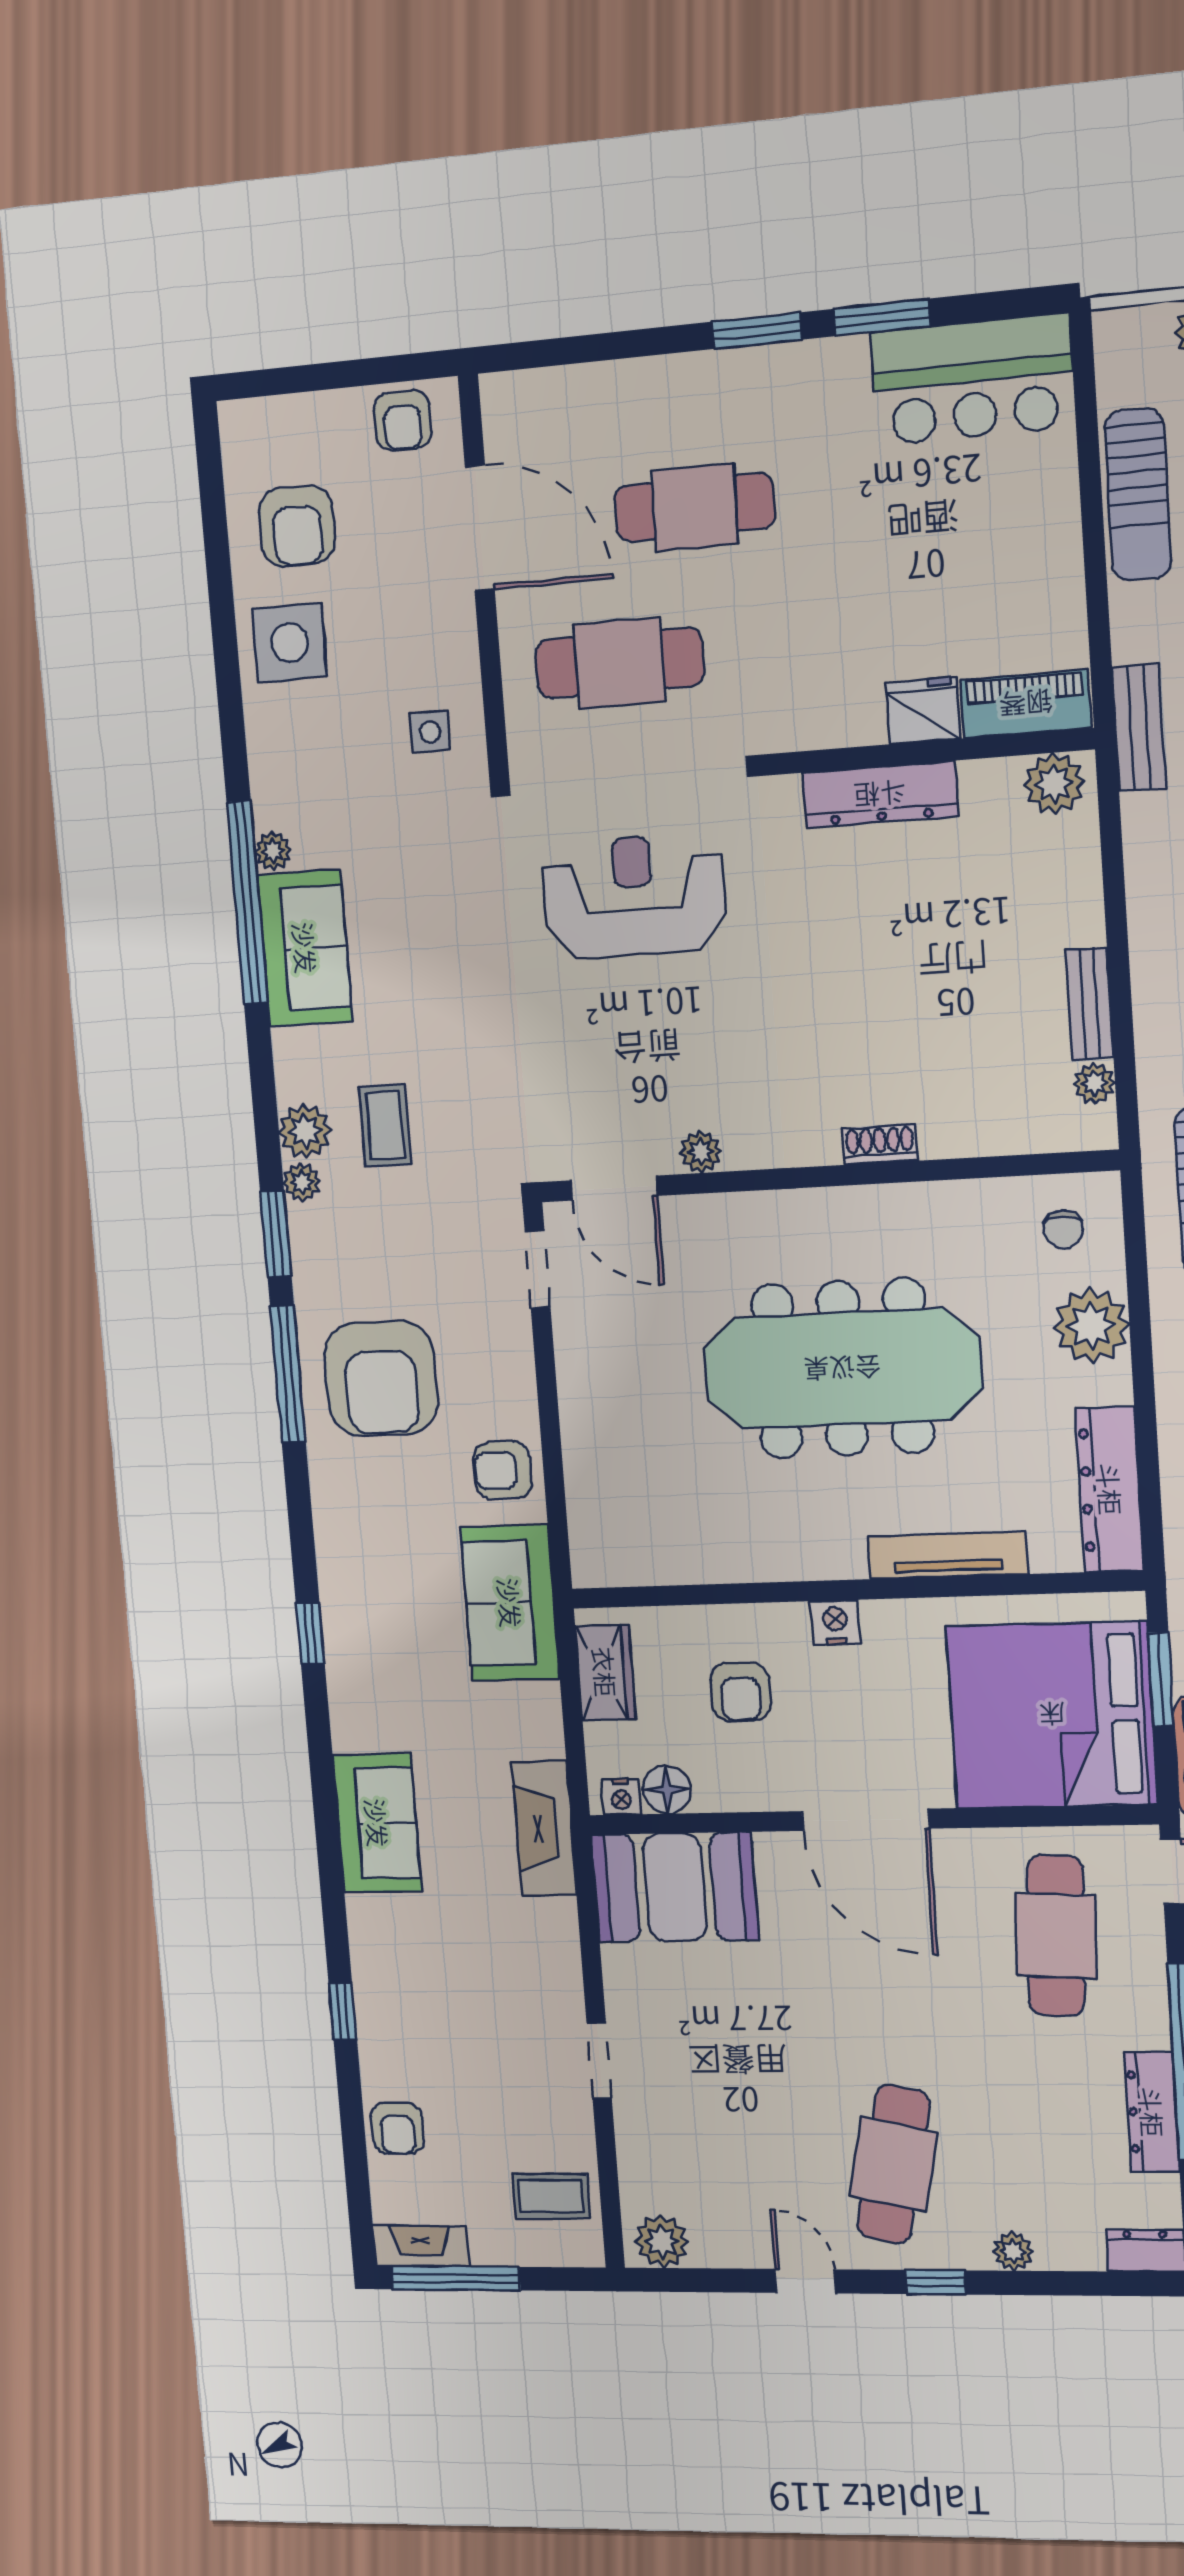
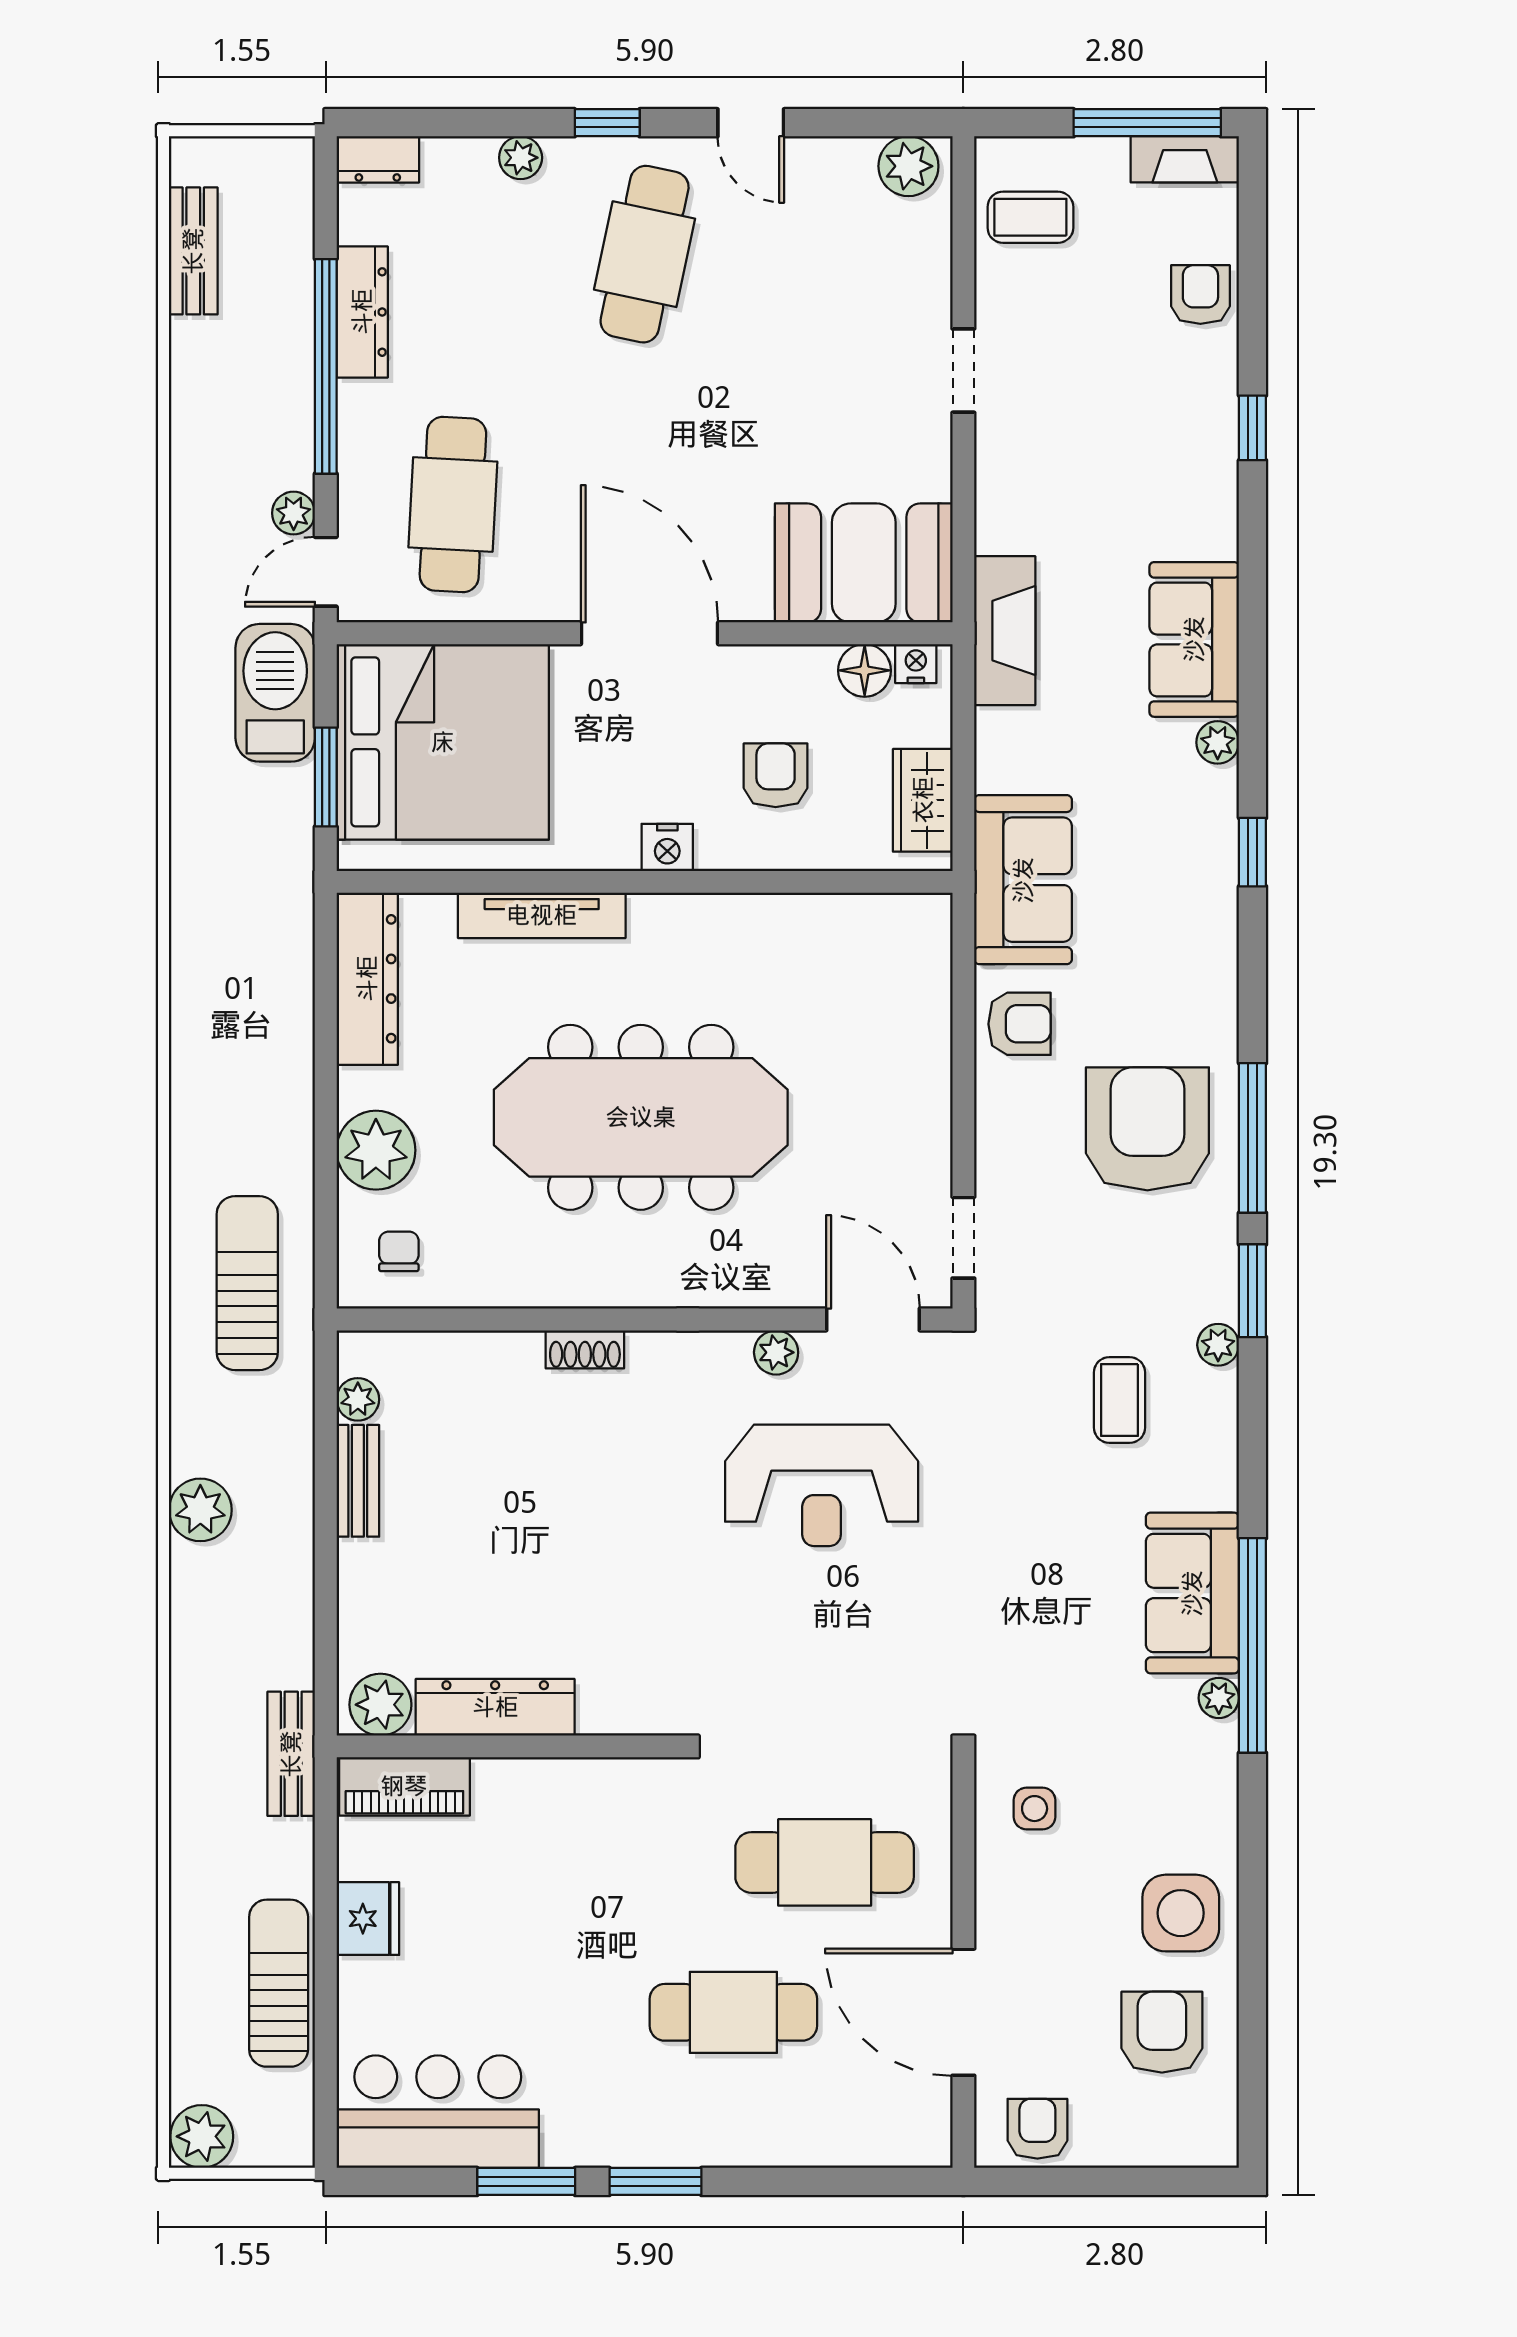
fridge: (923, 710) -> (368, 1919), moved, turned -90
dresser: (880, 795) -> (495, 1707), moved
reception desk: (634, 896) -> (822, 1485), moved
plant: (305, 1131) -> (1218, 742), moved, width x0.73, depth x0.73

